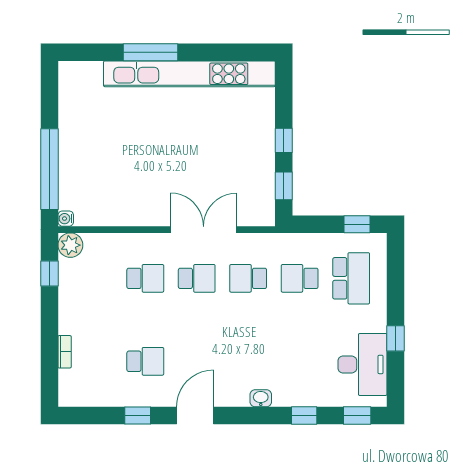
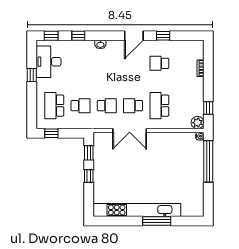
school desk: (145, 278) -> (159, 106), width x1.85

